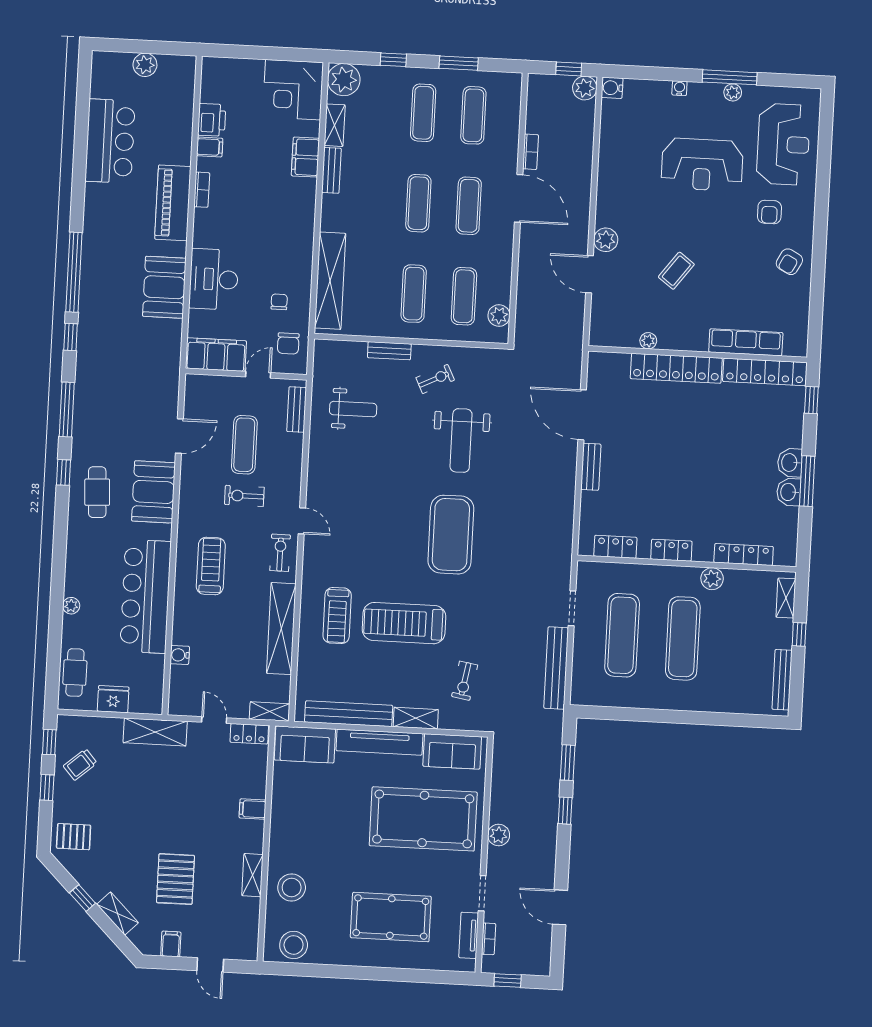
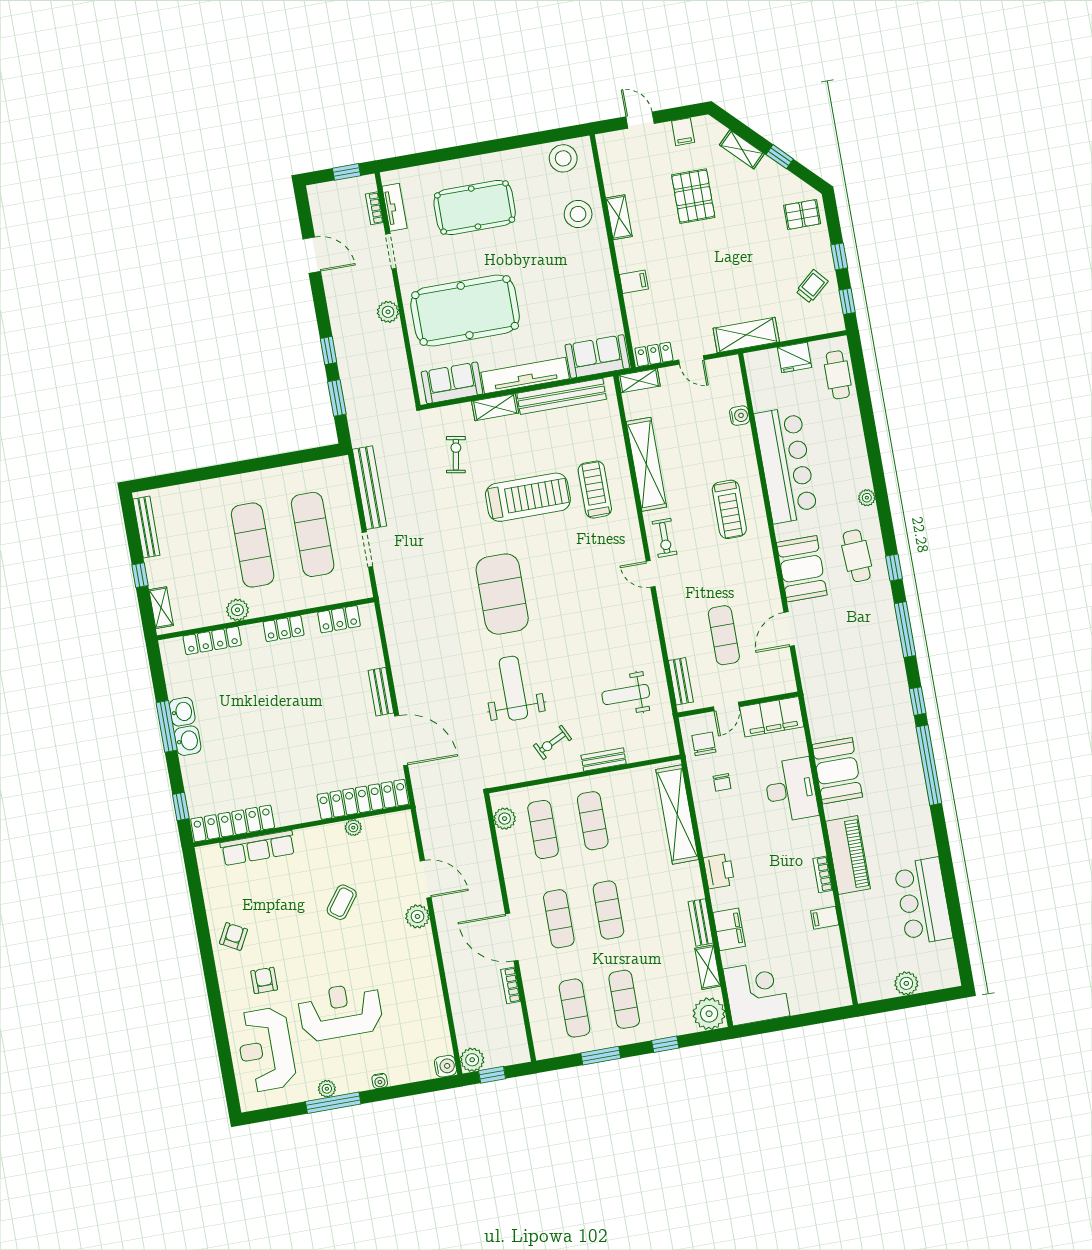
printer: (212, 120) -> (719, 871), moved, turned 180
locker: (676, 368) -> (363, 799), moved
exercise bike: (244, 496) -> (712, 585), removed
plant: (71, 606) -> (867, 498), moved

